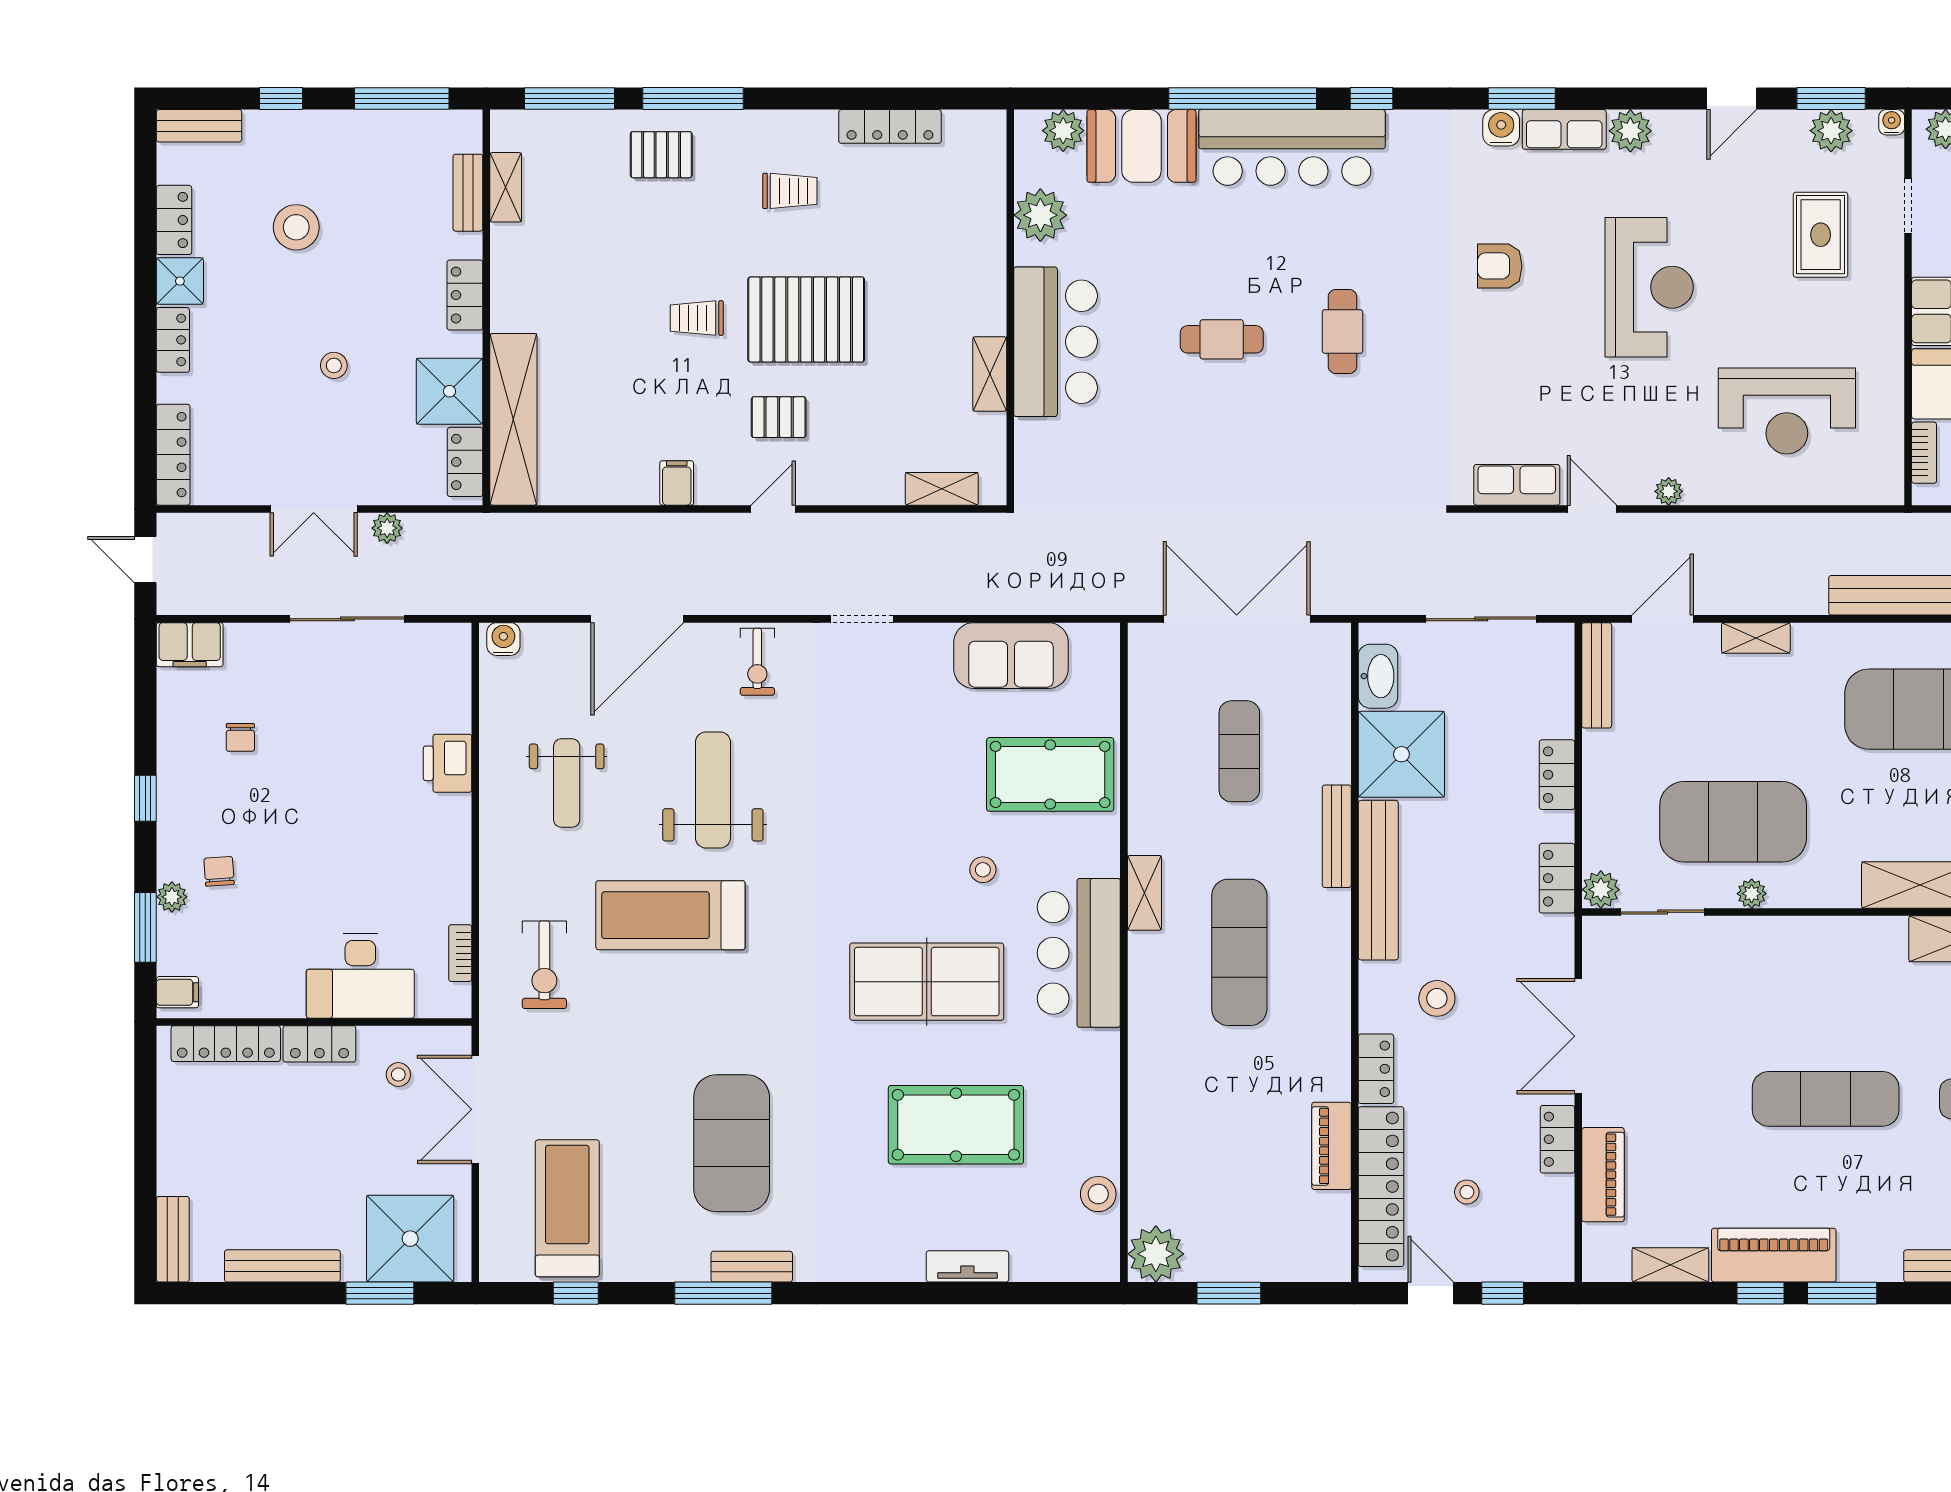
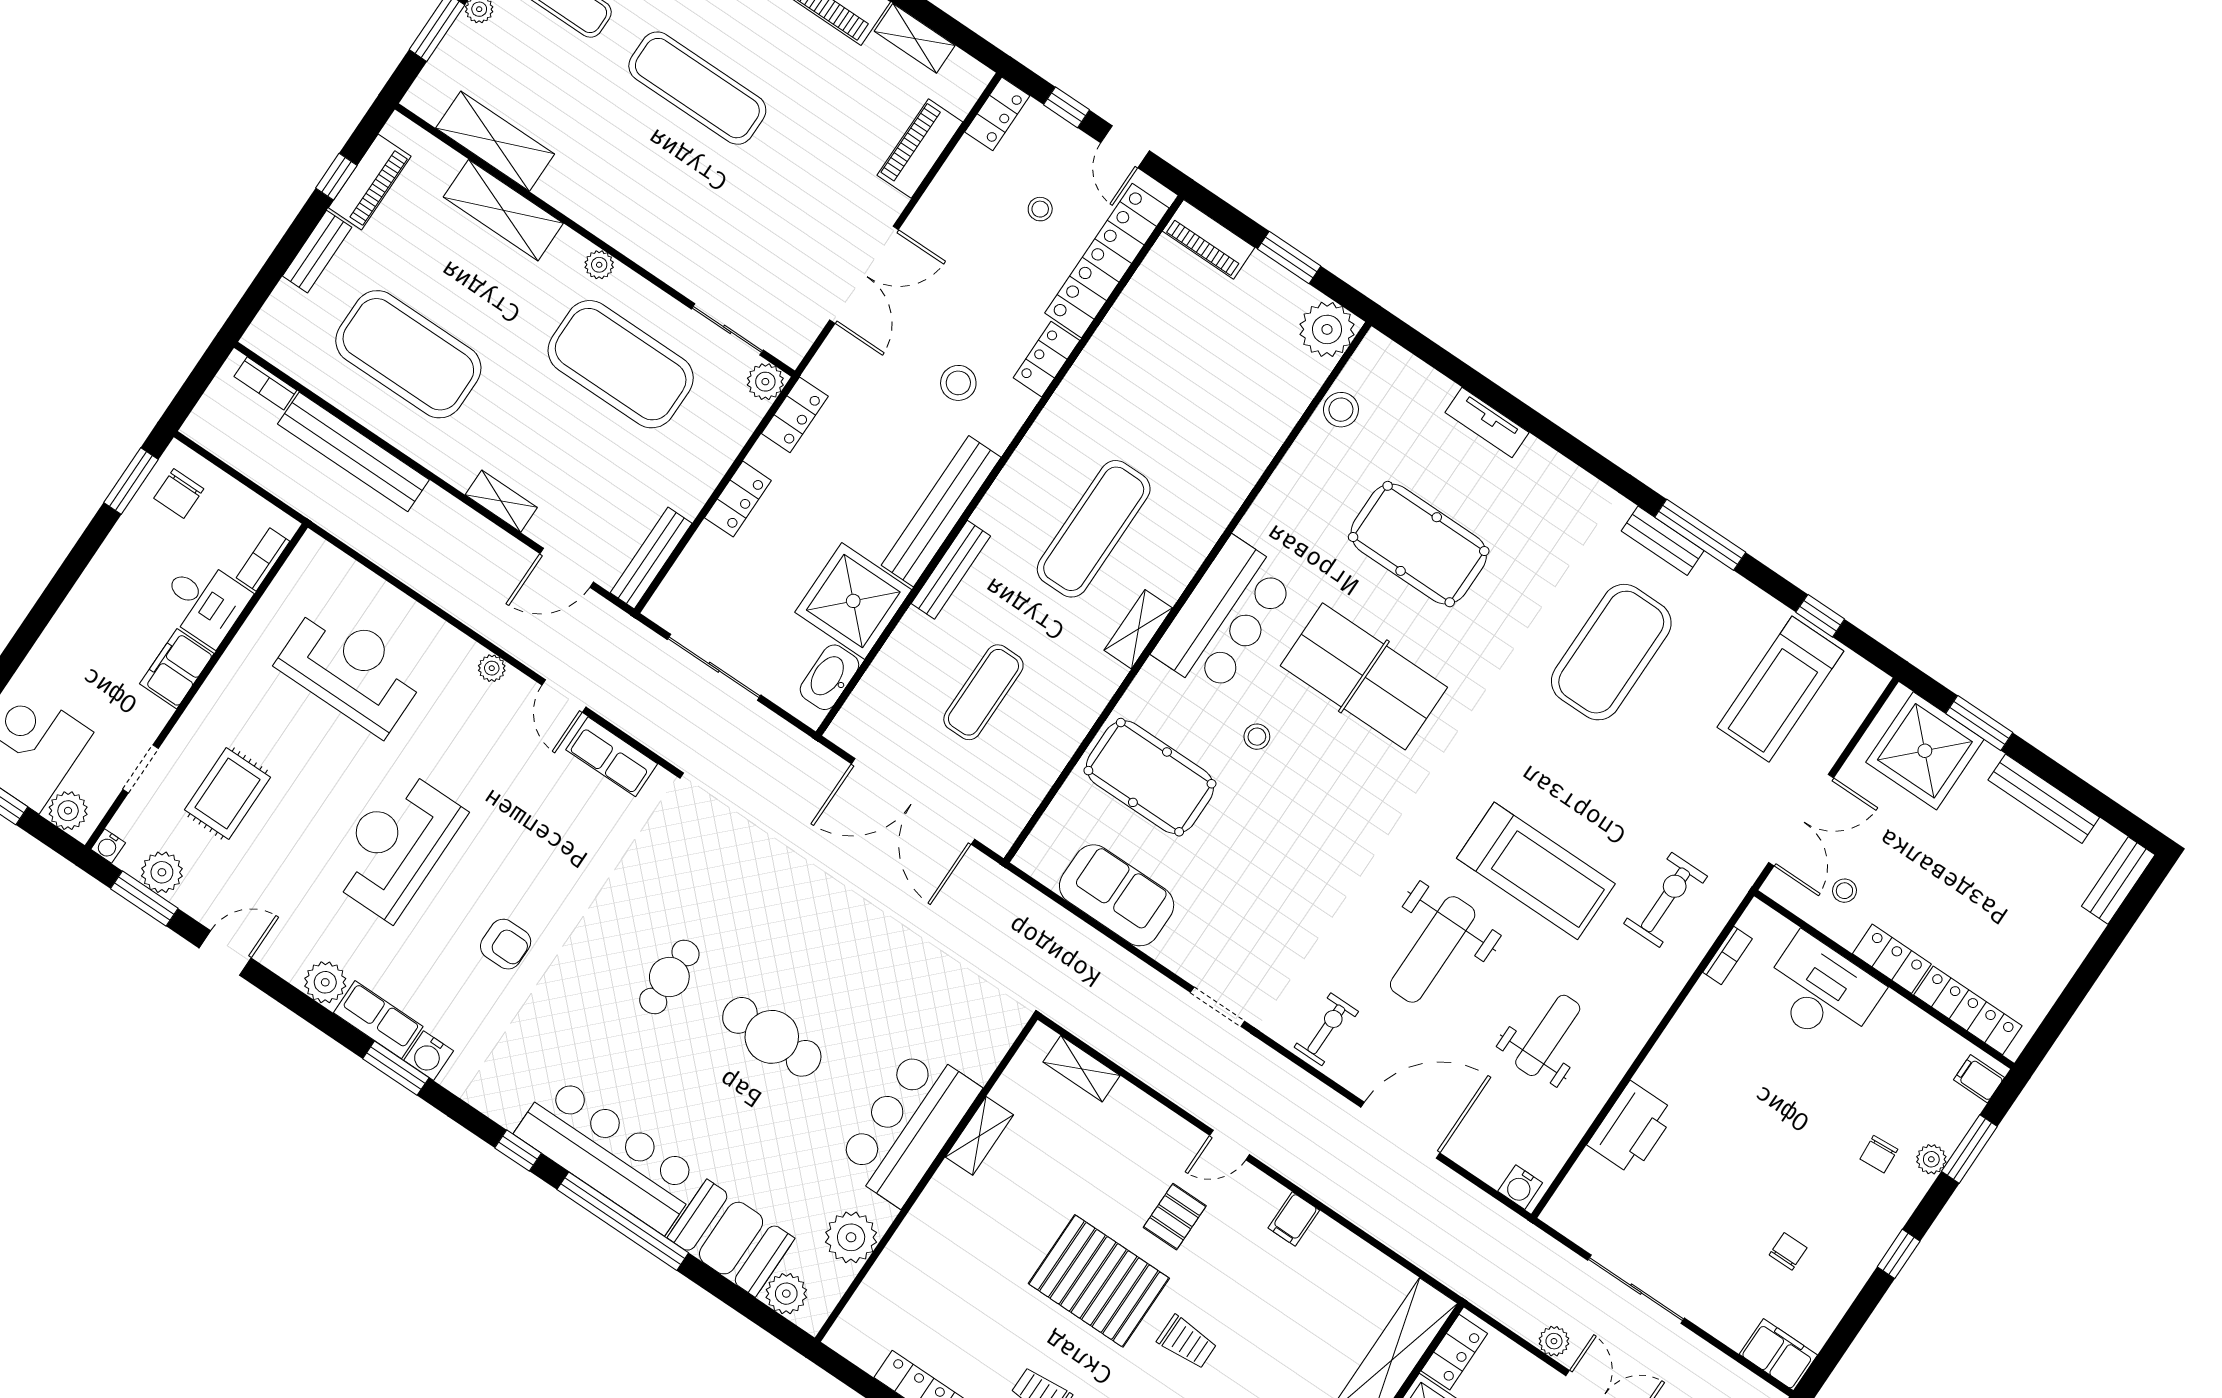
cafe table: (1222, 339) -> (772, 1037), width x1.37, depth x1.35
pallet: (779, 417) -> (1175, 1217), turned 90
printer: (447, 763) -> (1632, 1128), width x1.37, depth x1.19
plant: (1752, 894) -> (599, 265), moved
locker: (1557, 1139) -> (997, 114), moved
piano: (1331, 1146) -> (1209, 239), moved, turned 90

